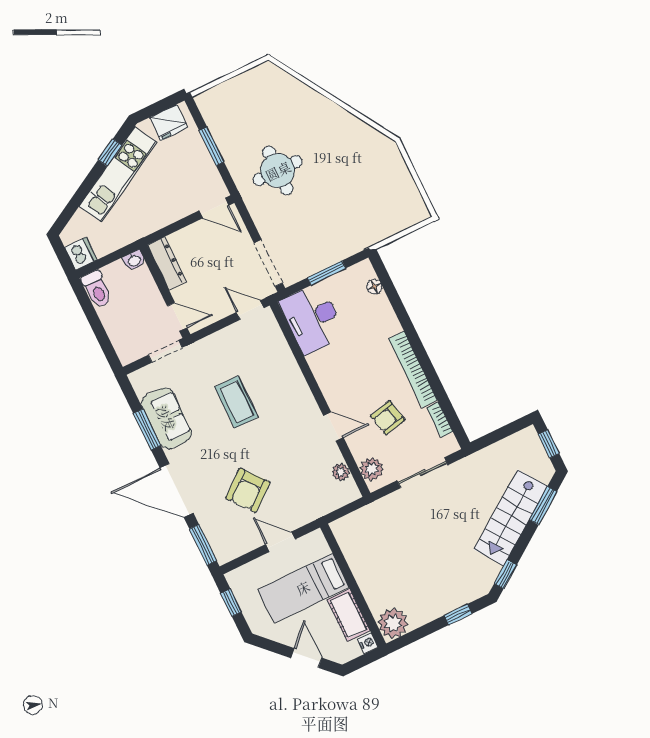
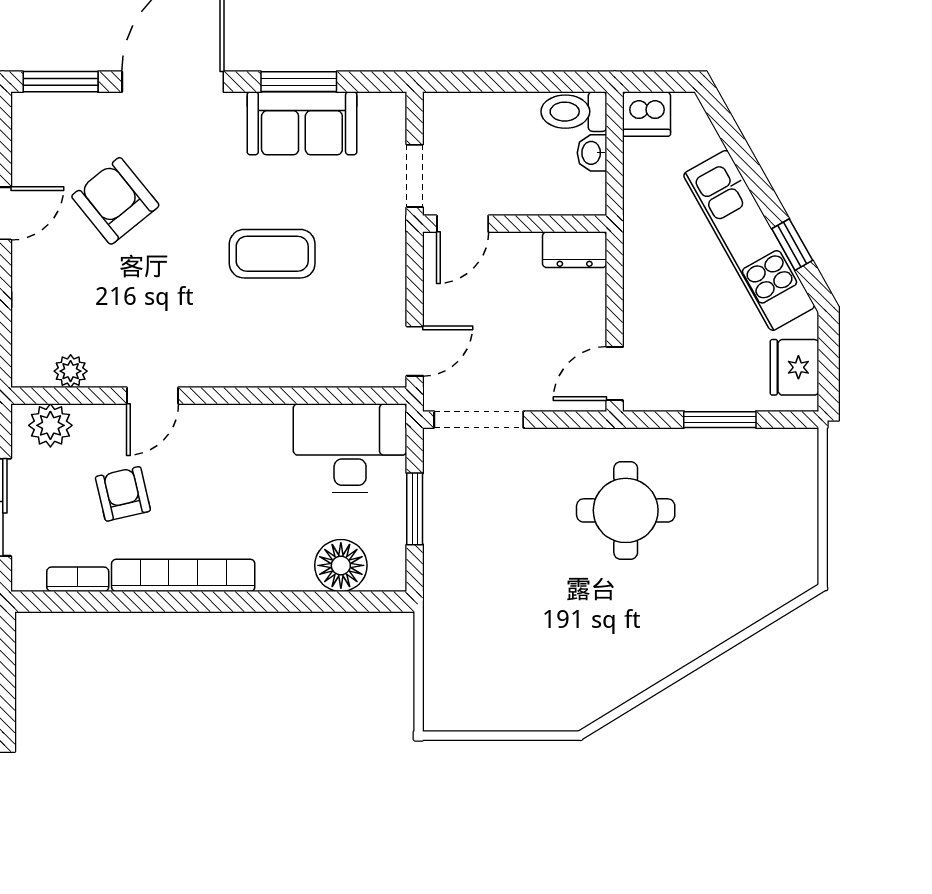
washbasin: (134, 260) -> (592, 153), moved
dresser: (167, 263) -> (575, 250), width x0.70
floor lamp: (374, 287) -> (341, 565), width x1.89, depth x1.89

